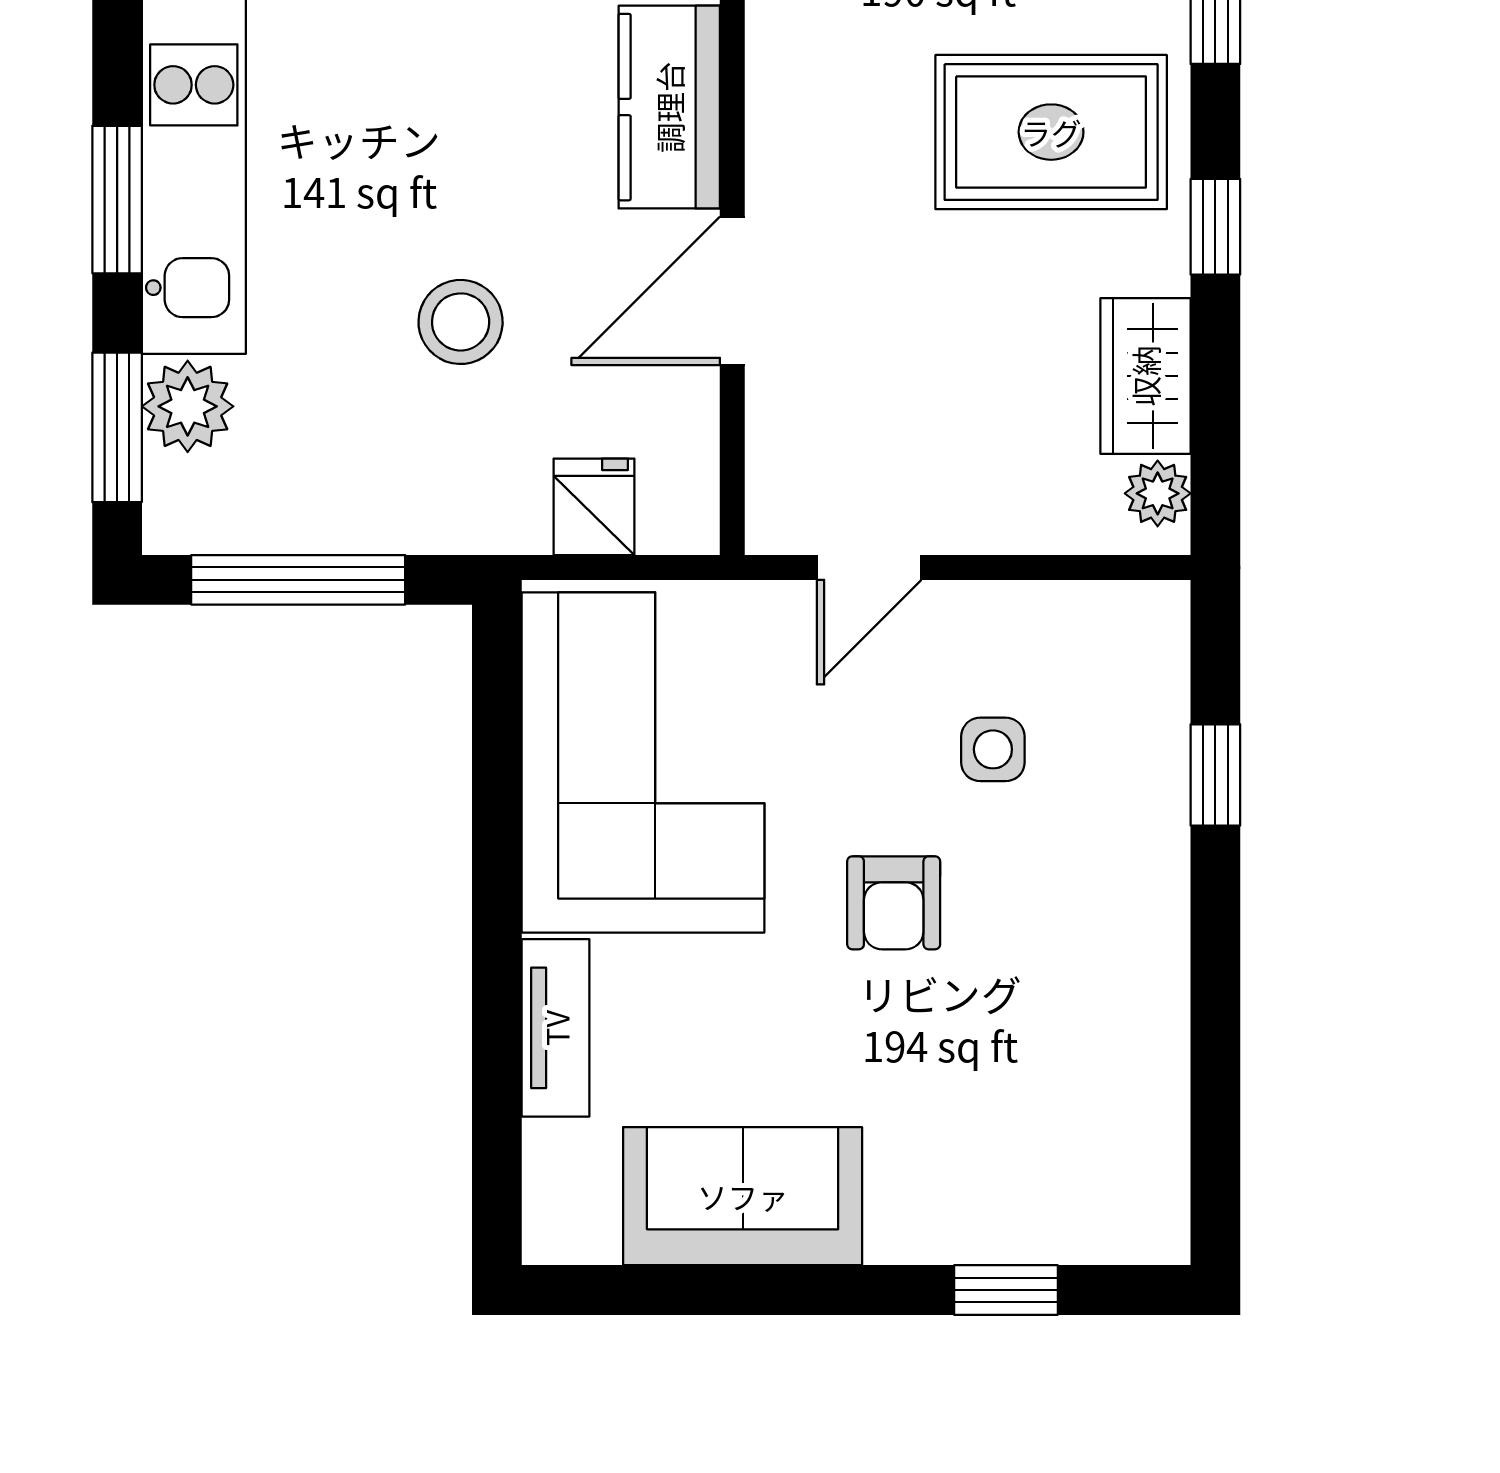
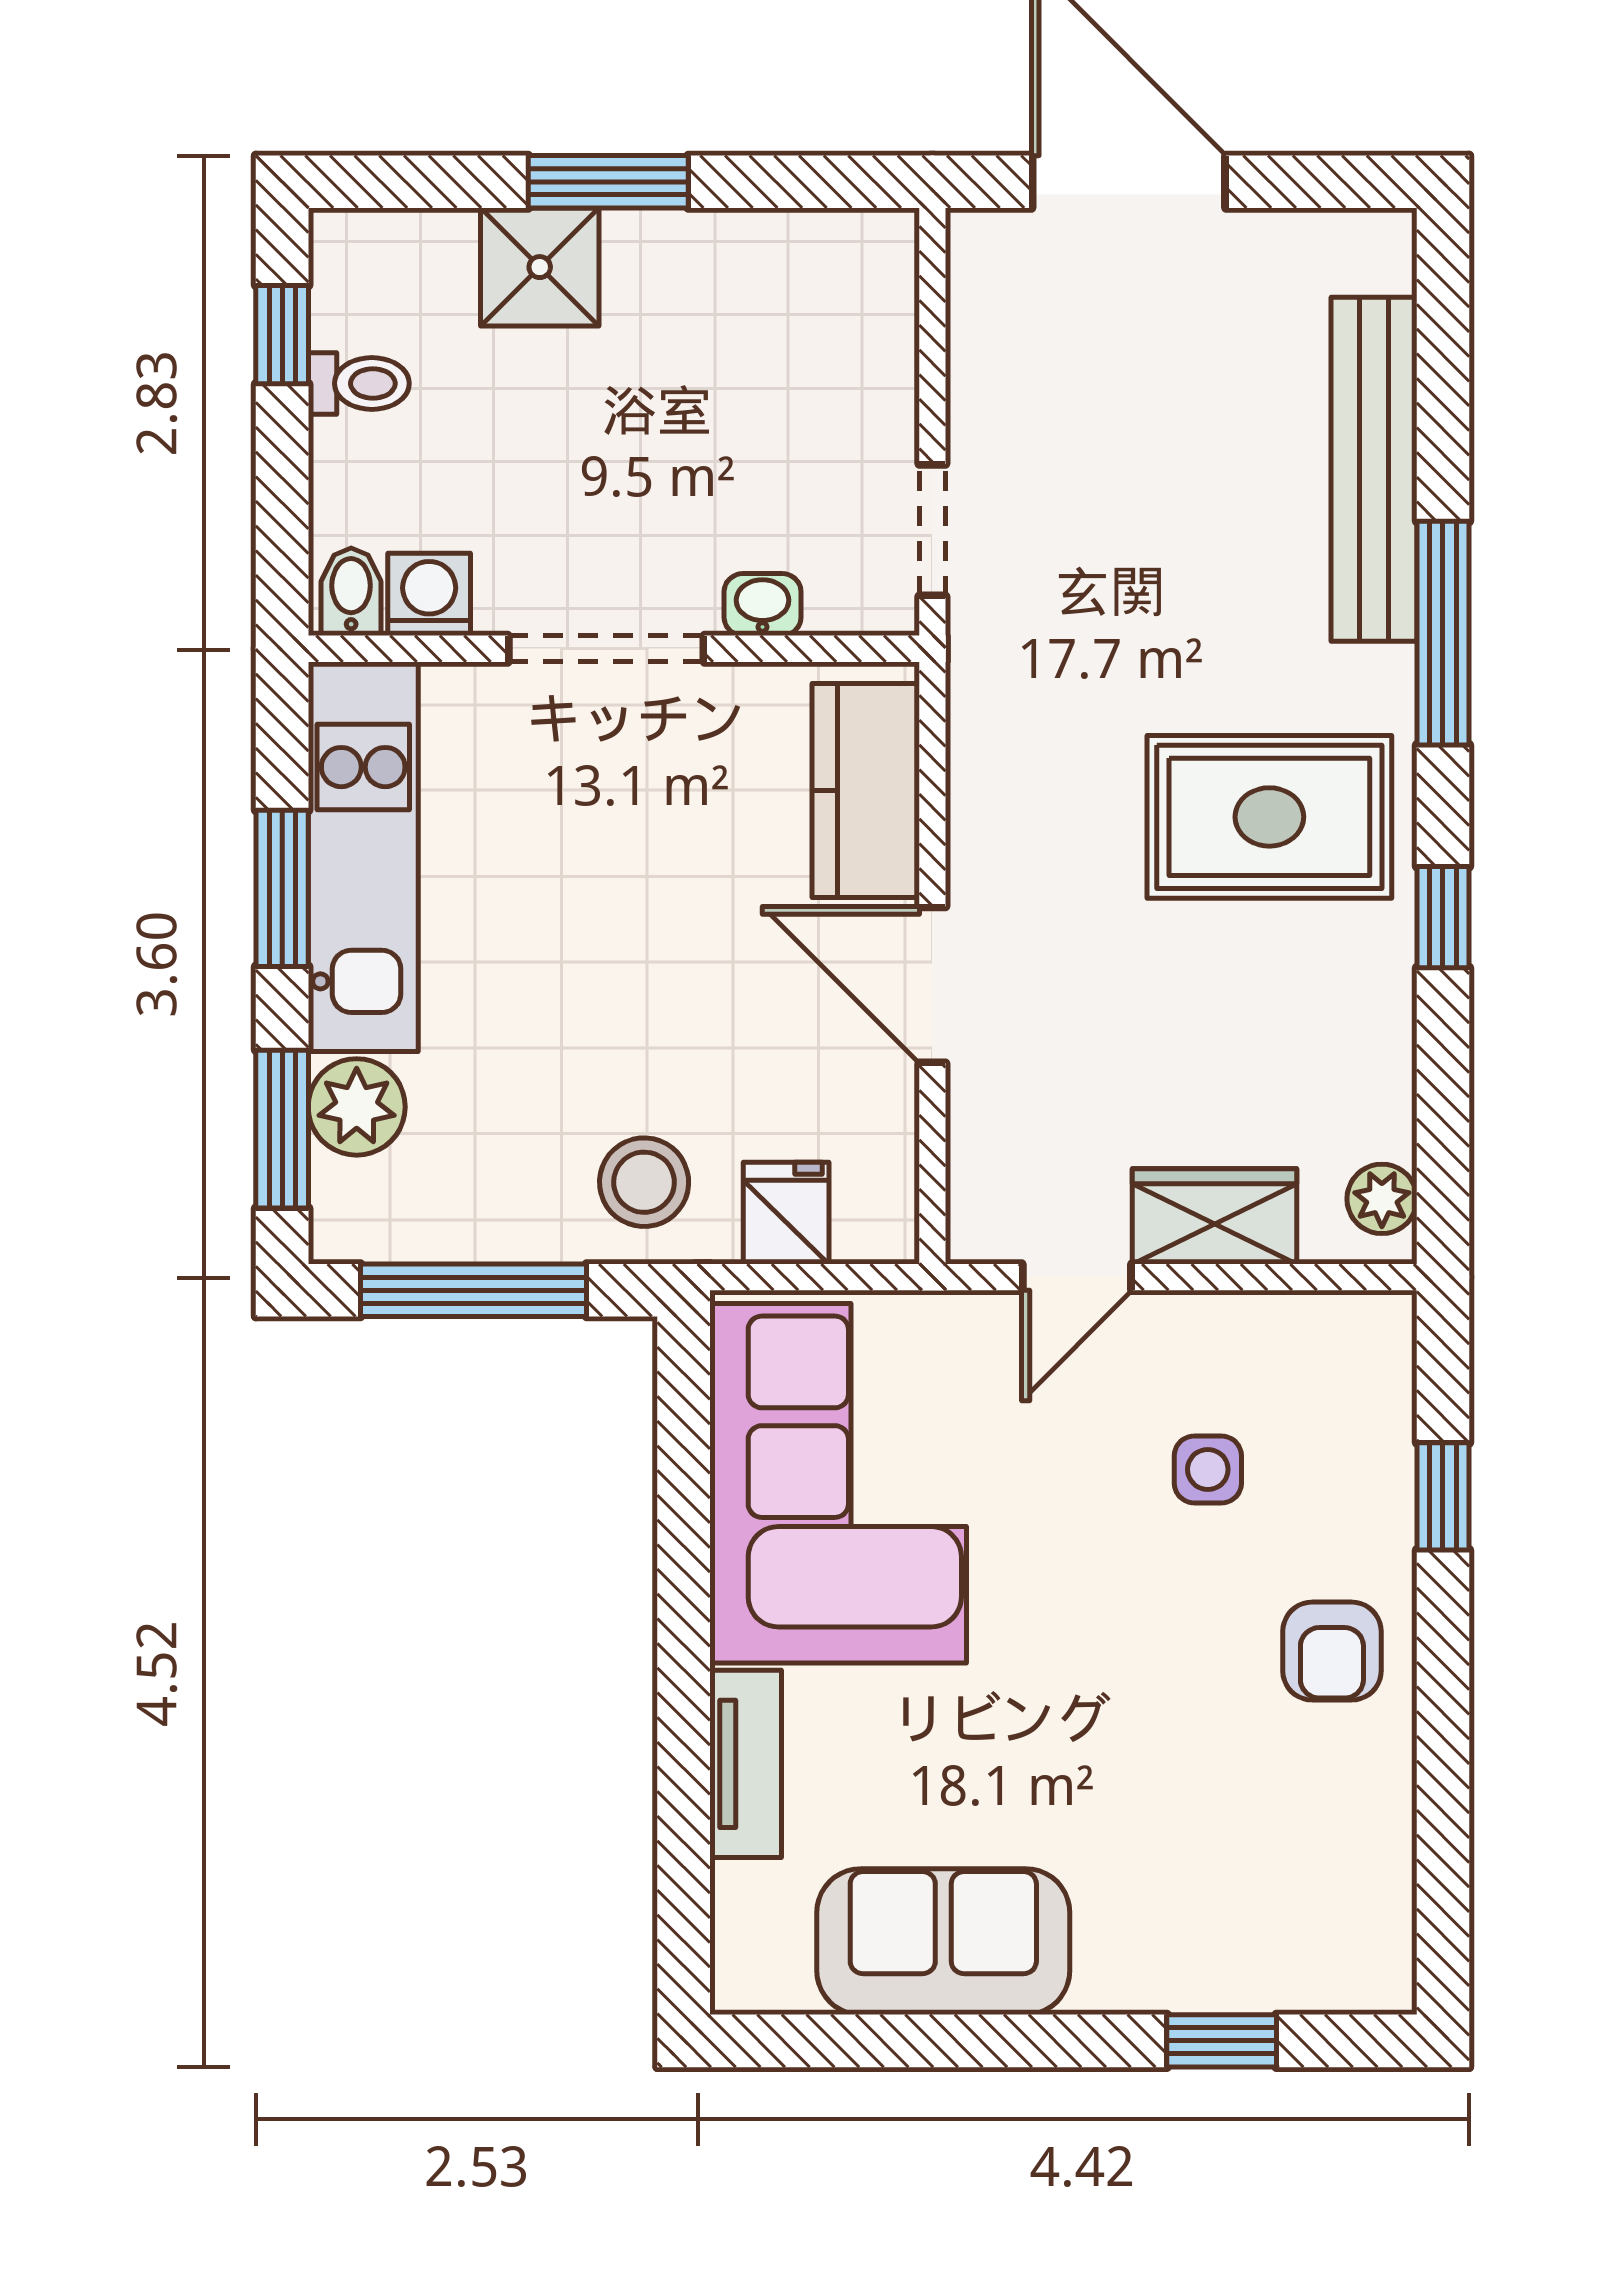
door: (732, 291) -> (932, 985), hinge flipped
stool: (461, 322) -> (644, 1182), moved
wardrobe: (1145, 376) -> (1215, 1216), moved, turned 90
armchair: (894, 903) -> (1332, 1651), moved

